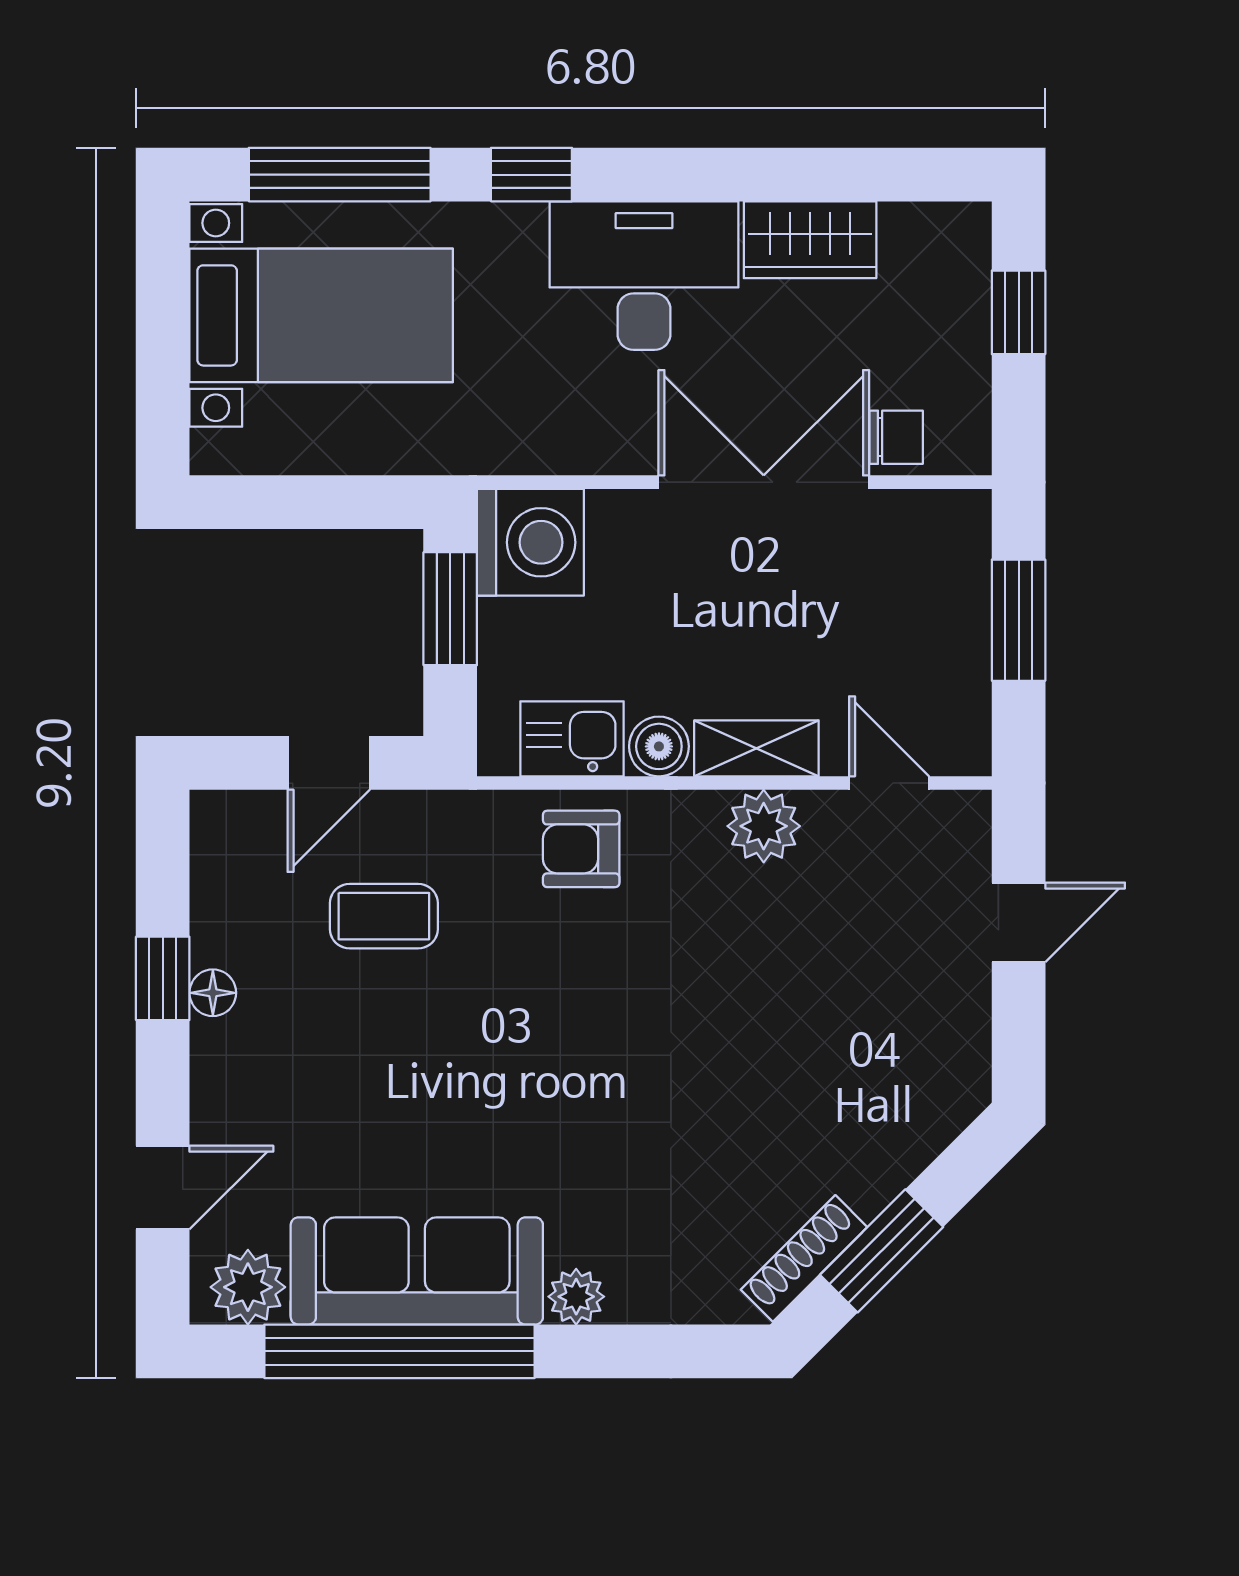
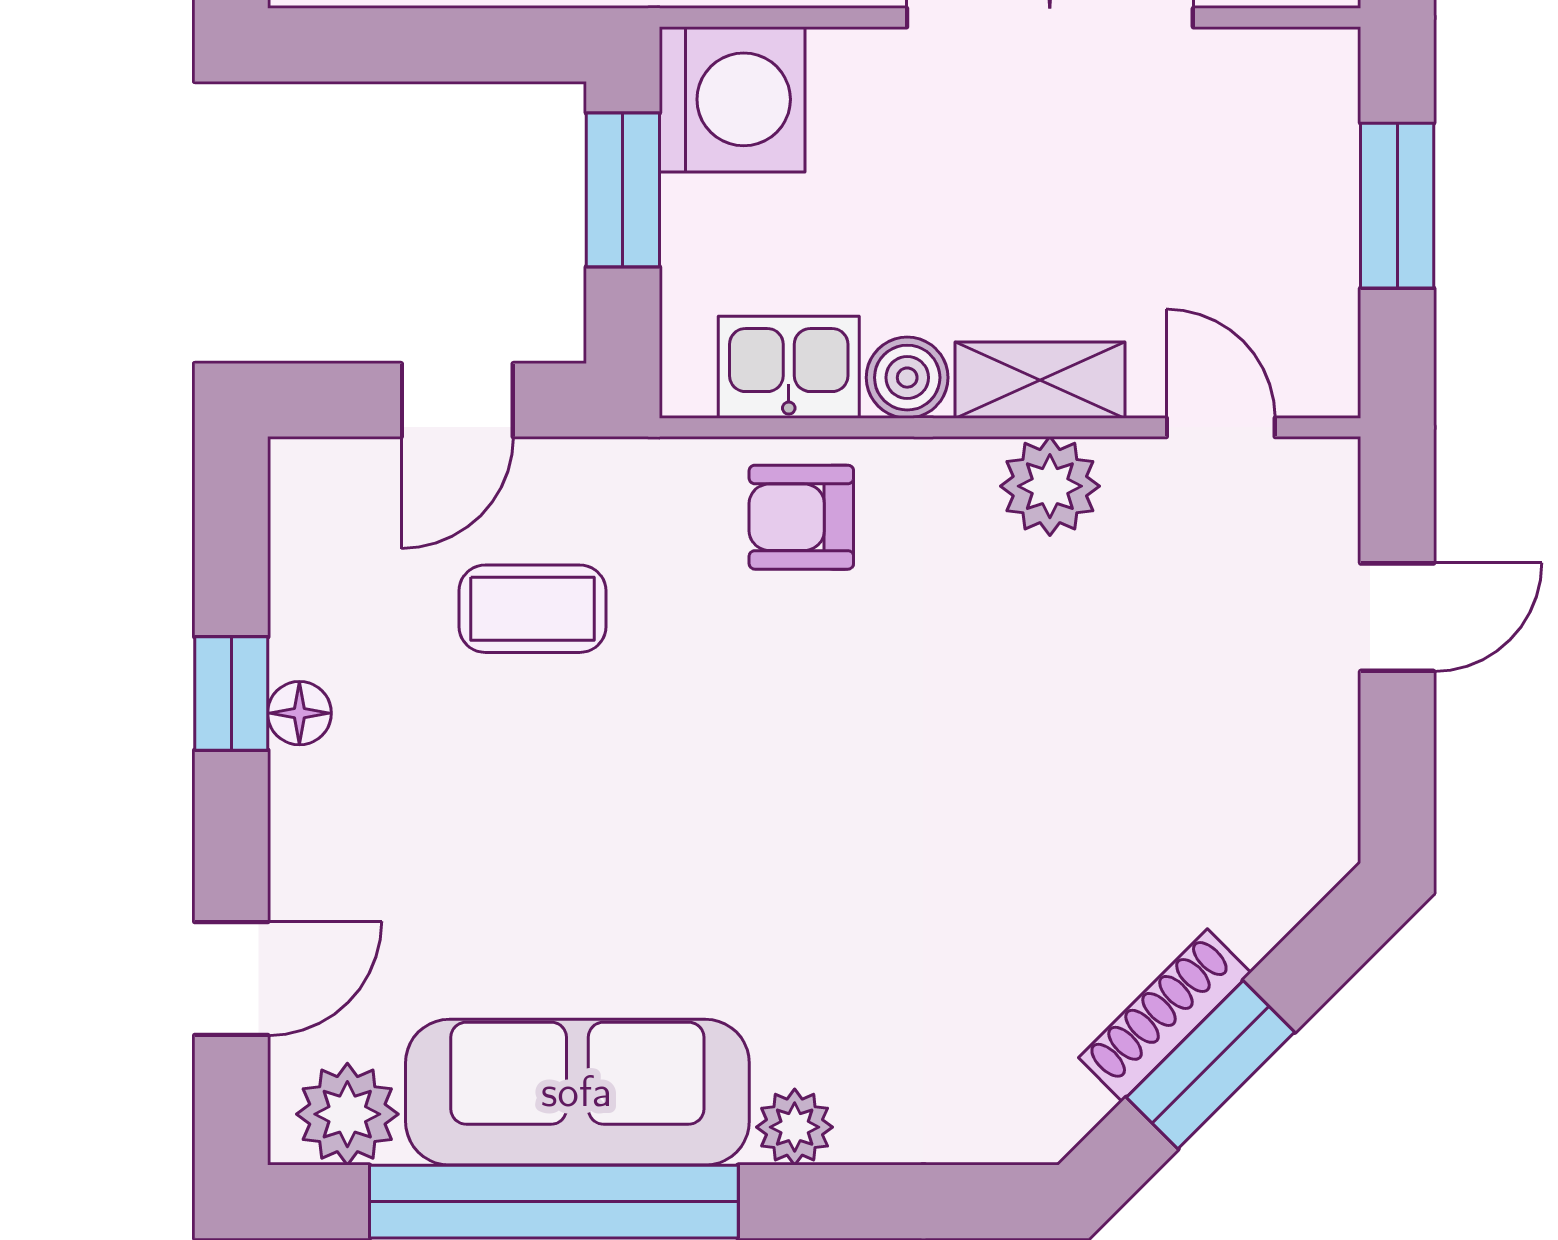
shoe rack: (804, 1258) -> (1165, 1015), moved

